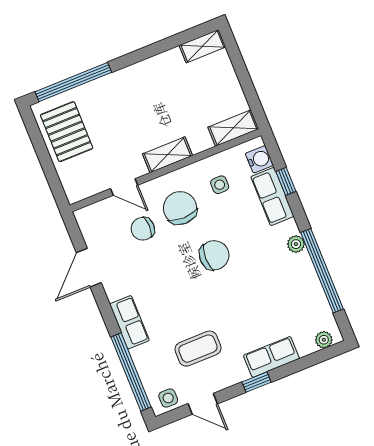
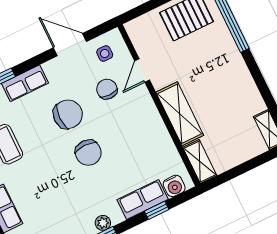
shelving: (167, 155) -> (180, 114), width x1.50, depth x1.33
side table: (220, 185) -> (105, 53), moved
chair: (180, 208) -> (68, 114), moved

